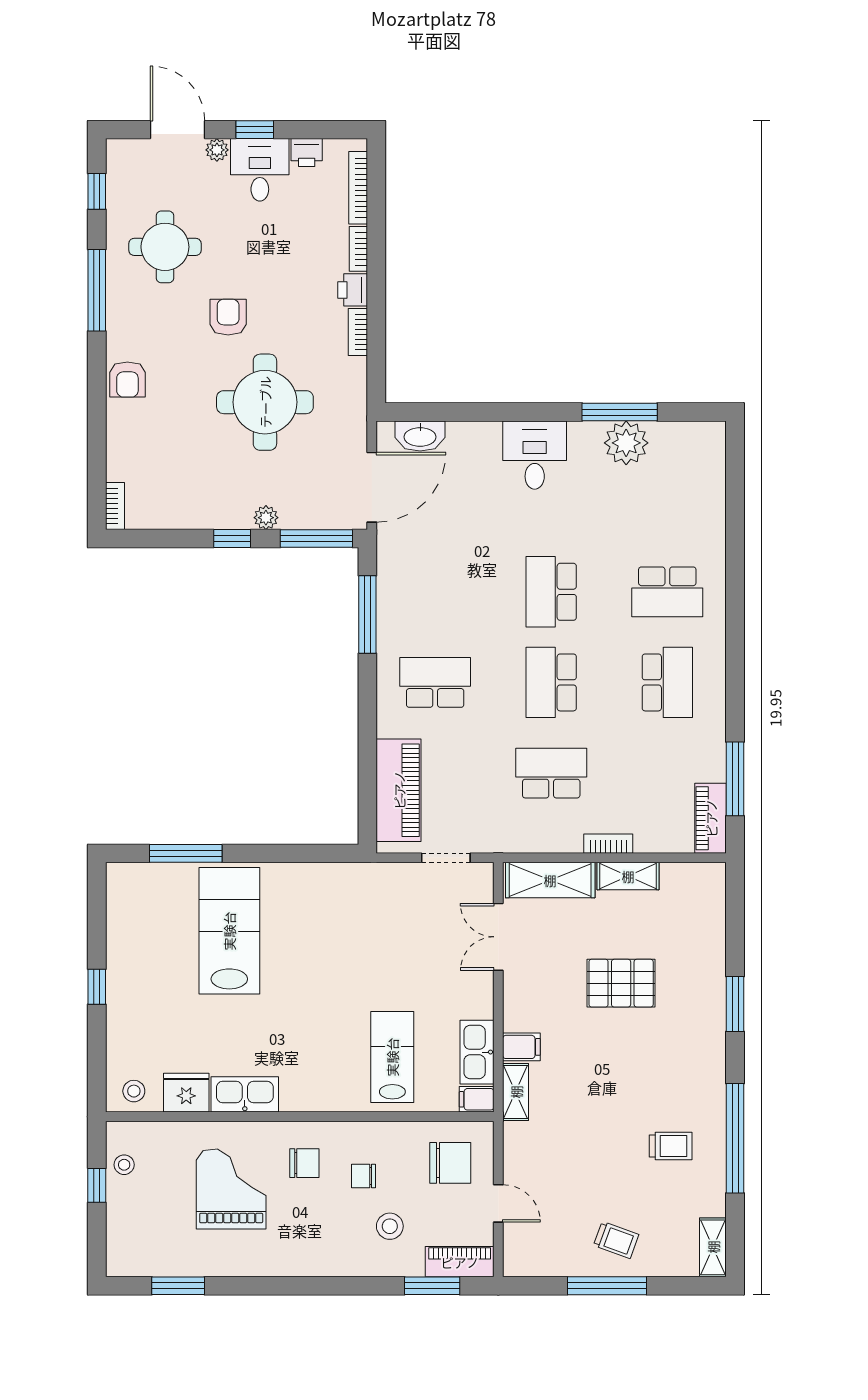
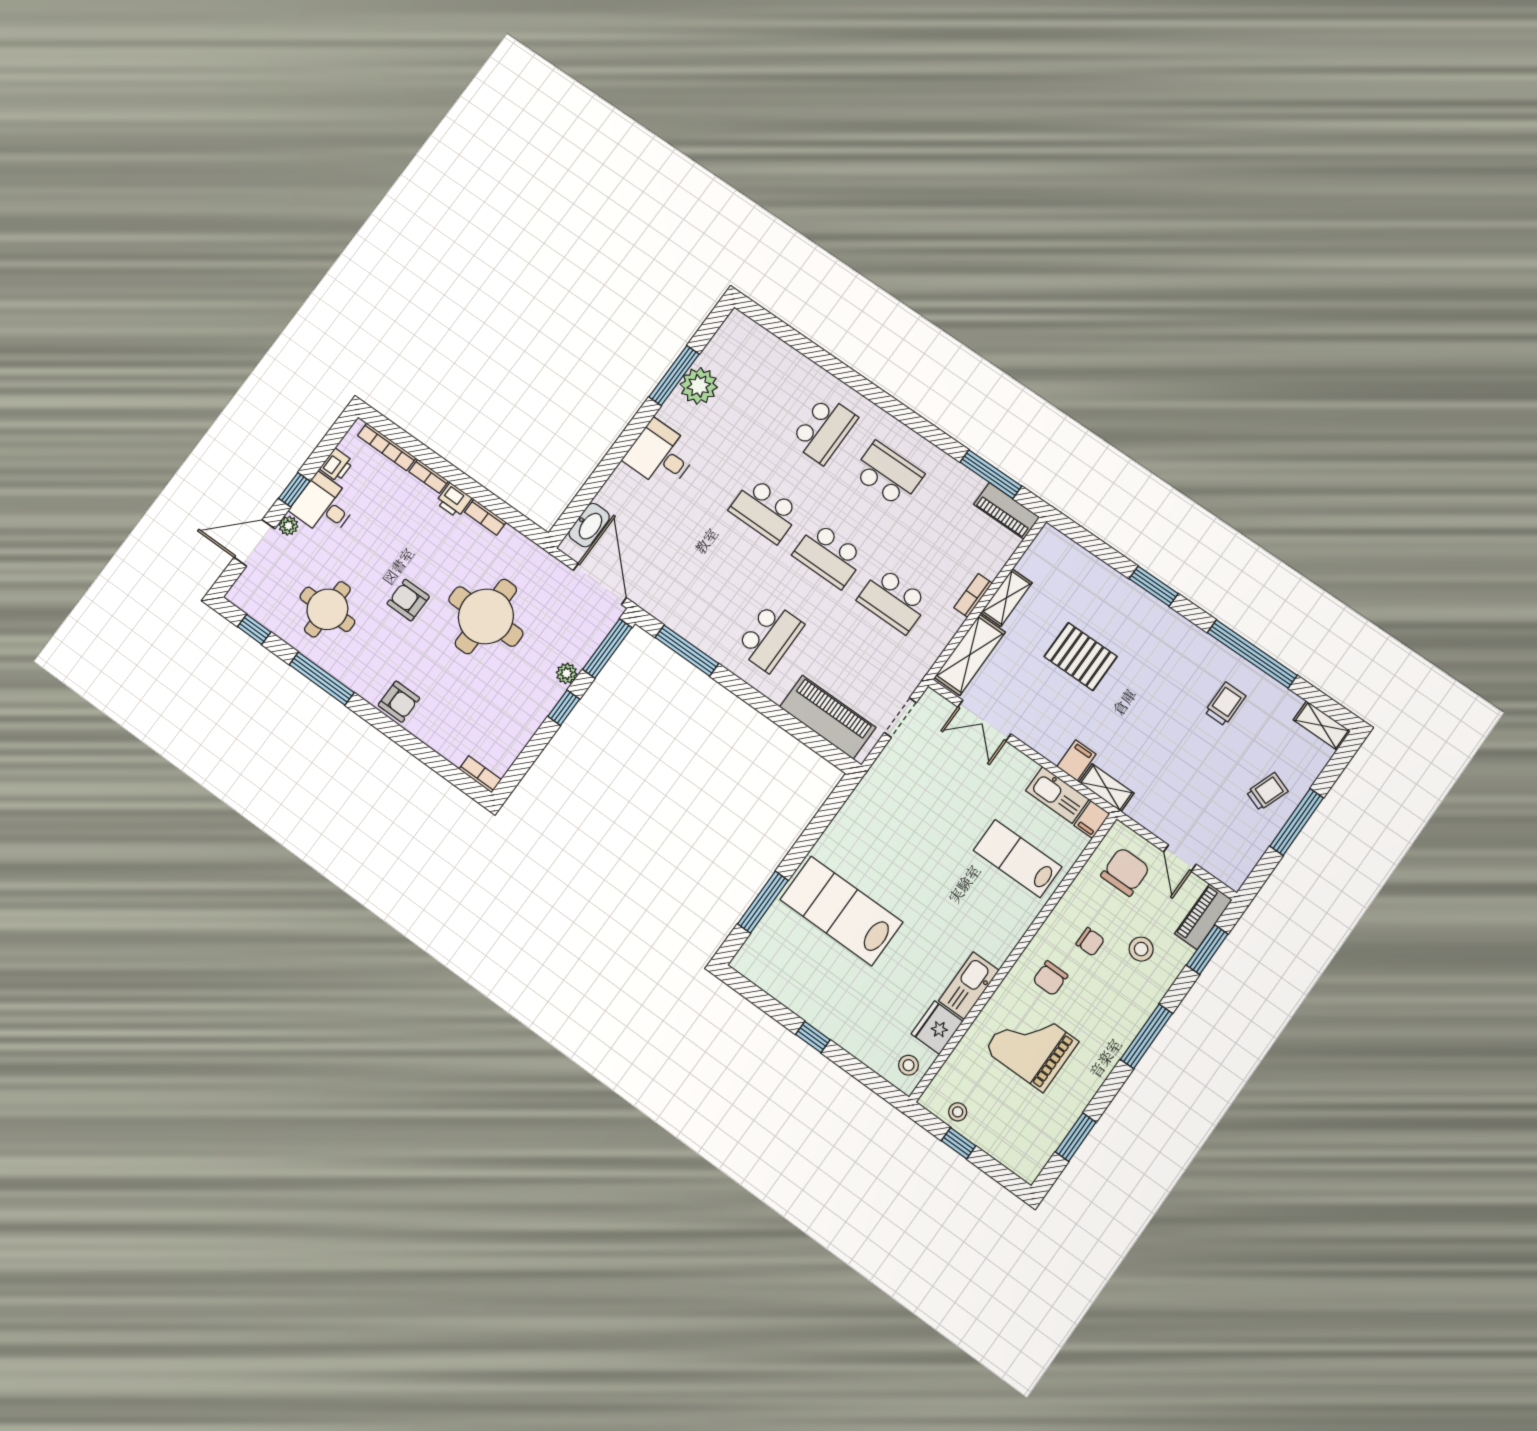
school desk: (435, 682) -> (770, 637), turned 180
school desk: (551, 773) -> (893, 600), turned -90
pallet: (621, 983) -> (1081, 657), turned 90
chair: (304, 1163) -> (1050, 978), turned 180
chair: (363, 1176) -> (1090, 942), turned -90
door: (498, 1203) -> (1180, 858), swing flipped
window: (314, 1286) -> (1146, 1036), added

